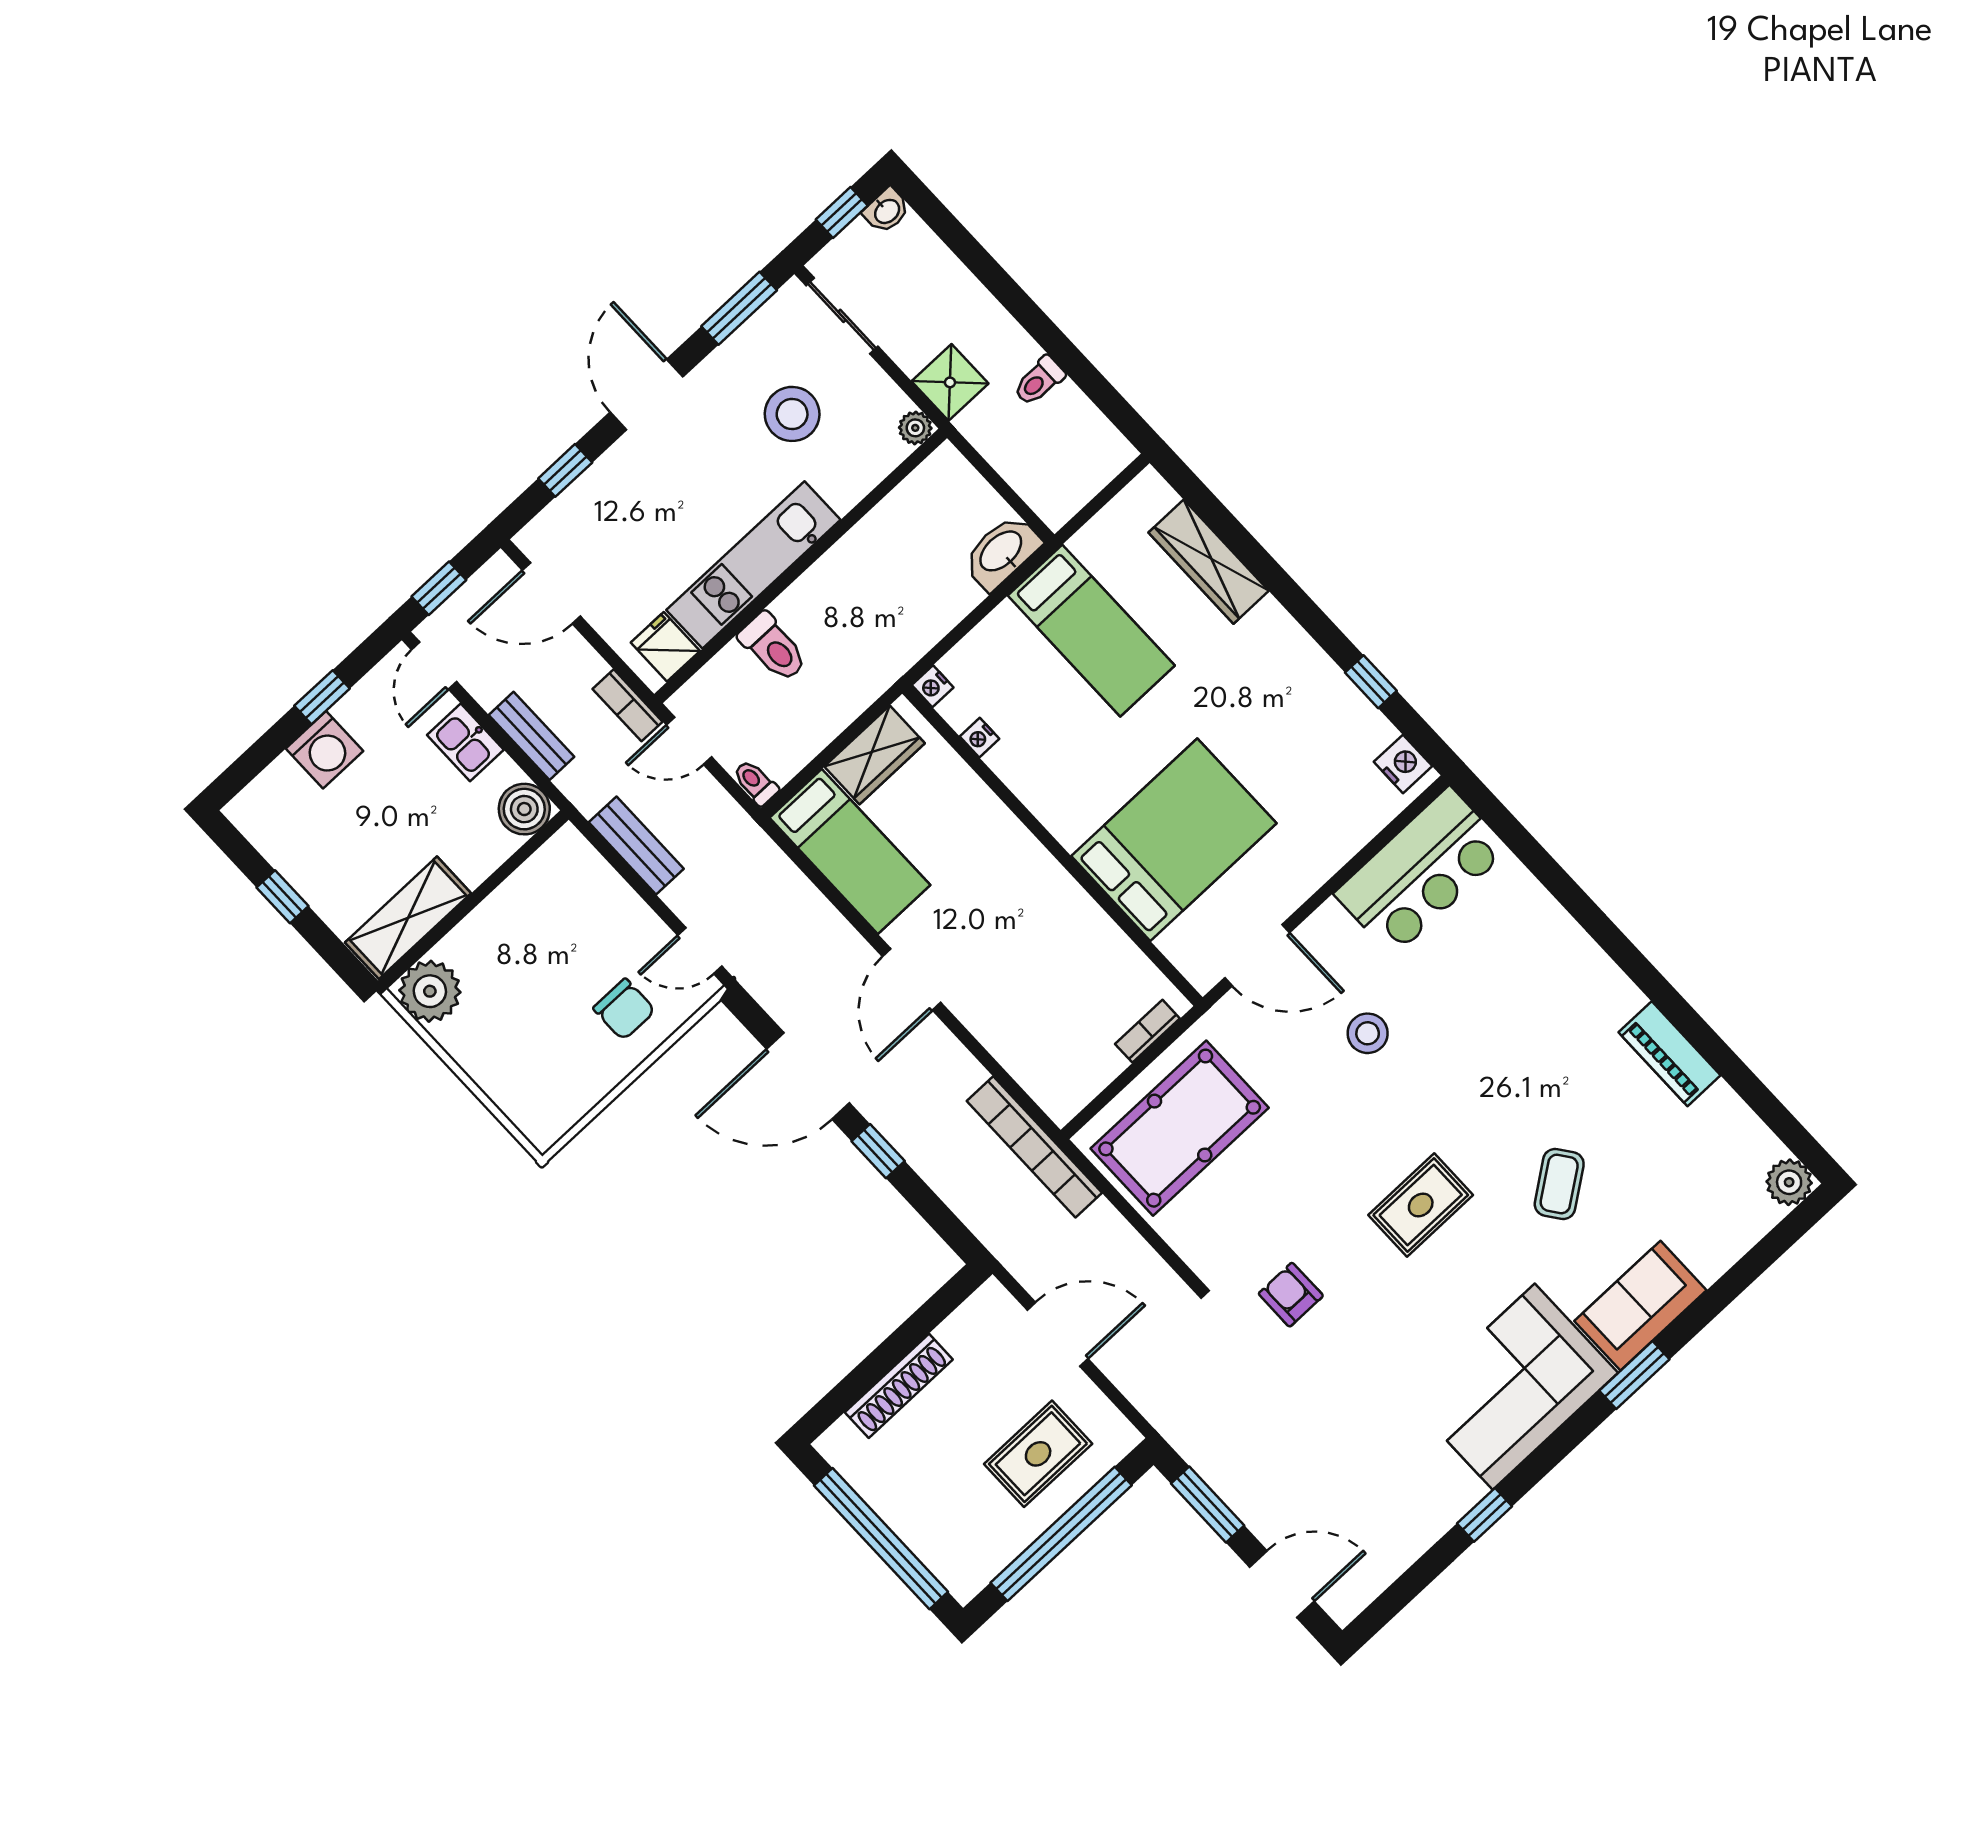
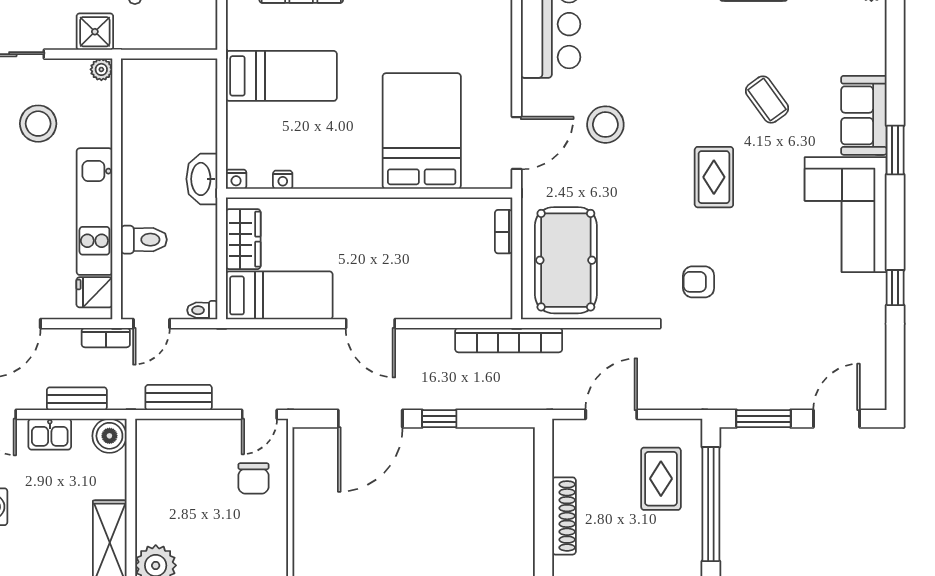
washbasin: (1002, 552) -> (202, 179), moved
chair: (624, 1009) -> (253, 478), turned 90
stool: (1368, 1033) -> (605, 125), width x1.38, depth x1.38

